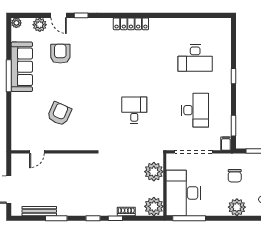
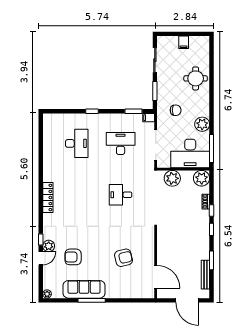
plant: (40, 25) -> (49, 246), moved
armchair: (59, 114) -> (123, 258), turned 143
door: (37, 152) -> (156, 277), width x1.88
plant: (237, 207) -> (202, 124), moved

